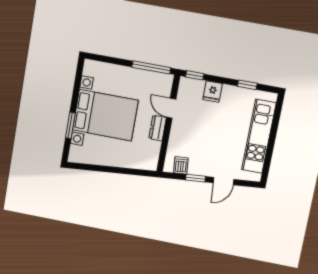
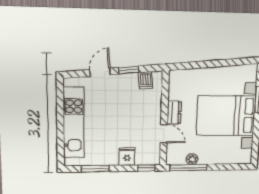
plant: (146, 76) -> (192, 159), added
window: (247, 85) -> (95, 169), width x1.50

